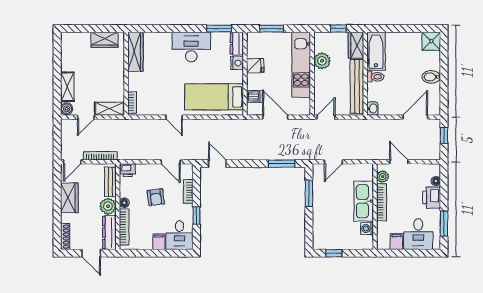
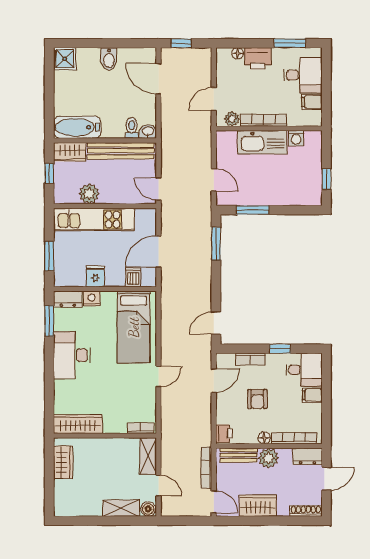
toilet: (375, 77) -> (132, 128), moved
armchair: (156, 197) -> (257, 399), turned 97
dresser: (109, 233) -> (307, 456), width x0.70

